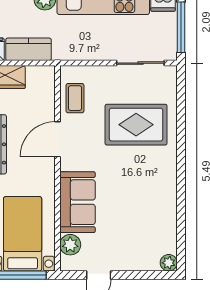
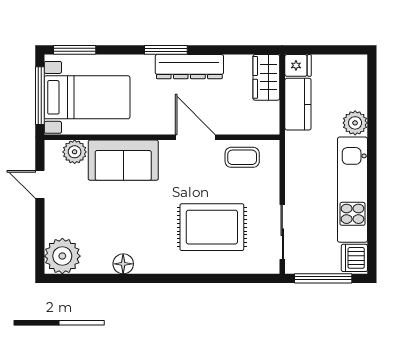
rug: (136, 125) -> (212, 227), turned 90
floor lamp: (168, 202) -> (123, 264), added
plant: (169, 263) -> (62, 256), width x1.87, depth x1.87

